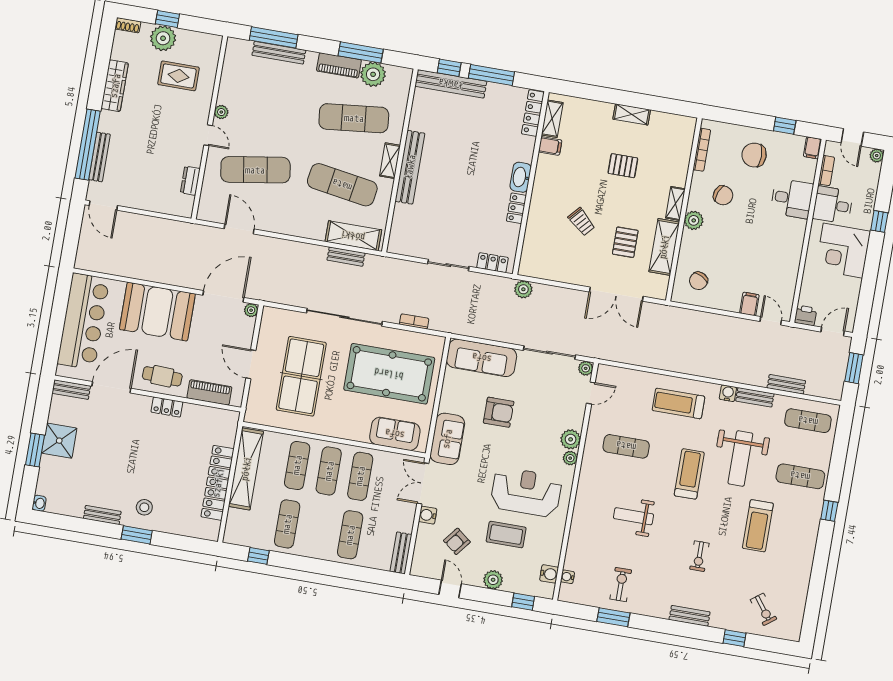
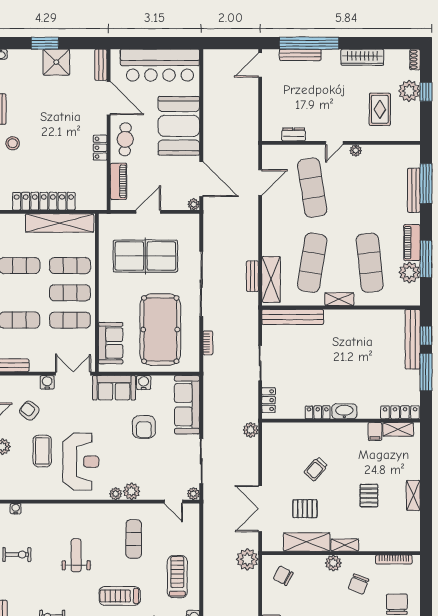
bench: (410, 167) -> (293, 317), moved
plant: (672, 319) -> (247, 559), added
treadmill: (689, 474) -> (120, 596), turned 180
water cooler: (549, 574) -> (144, 383), moved, turned 180

